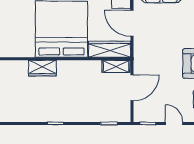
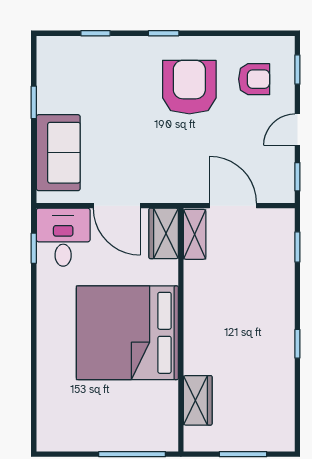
door: (132, 23) -> (117, 206), hinge flipped
wardrobe: (110, 49) -> (164, 233), width x0.67
wardrobe: (42, 68) -> (198, 400), moved

